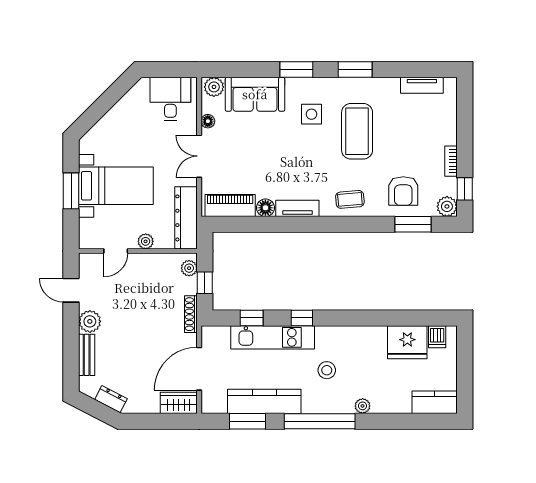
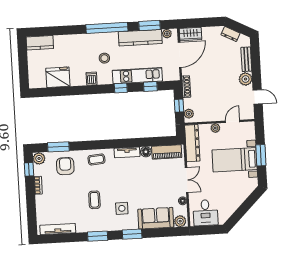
tv unit: (422, 85) -> (58, 229), width x1.41
coffee table: (357, 131) -> (94, 200), width x0.54, depth x0.58
dishwasher: (437, 337) -> (92, 79), moved
plant: (363, 406) -> (167, 34), moved

